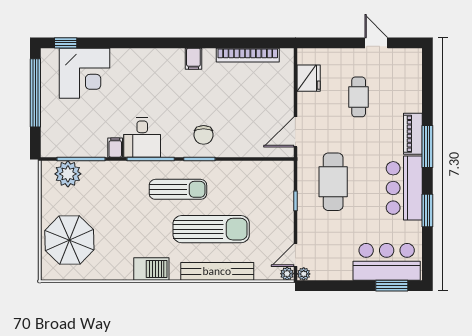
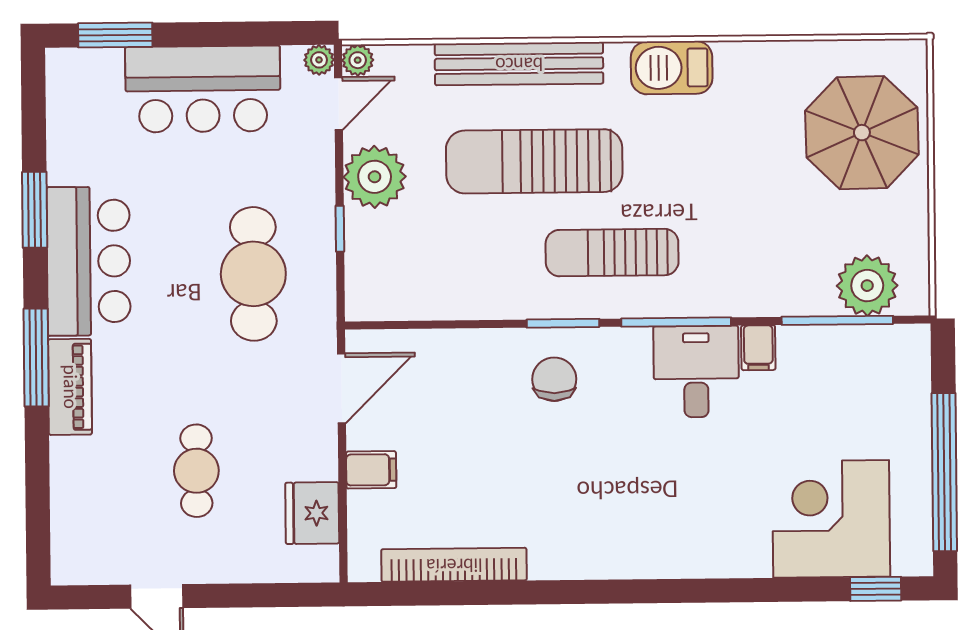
filing cabinet: (193, 59) -> (371, 470), moved, turned 90
plant: (280, 223) -> (375, 177), added
bar counter: (387, 262) -> (203, 89), moved

